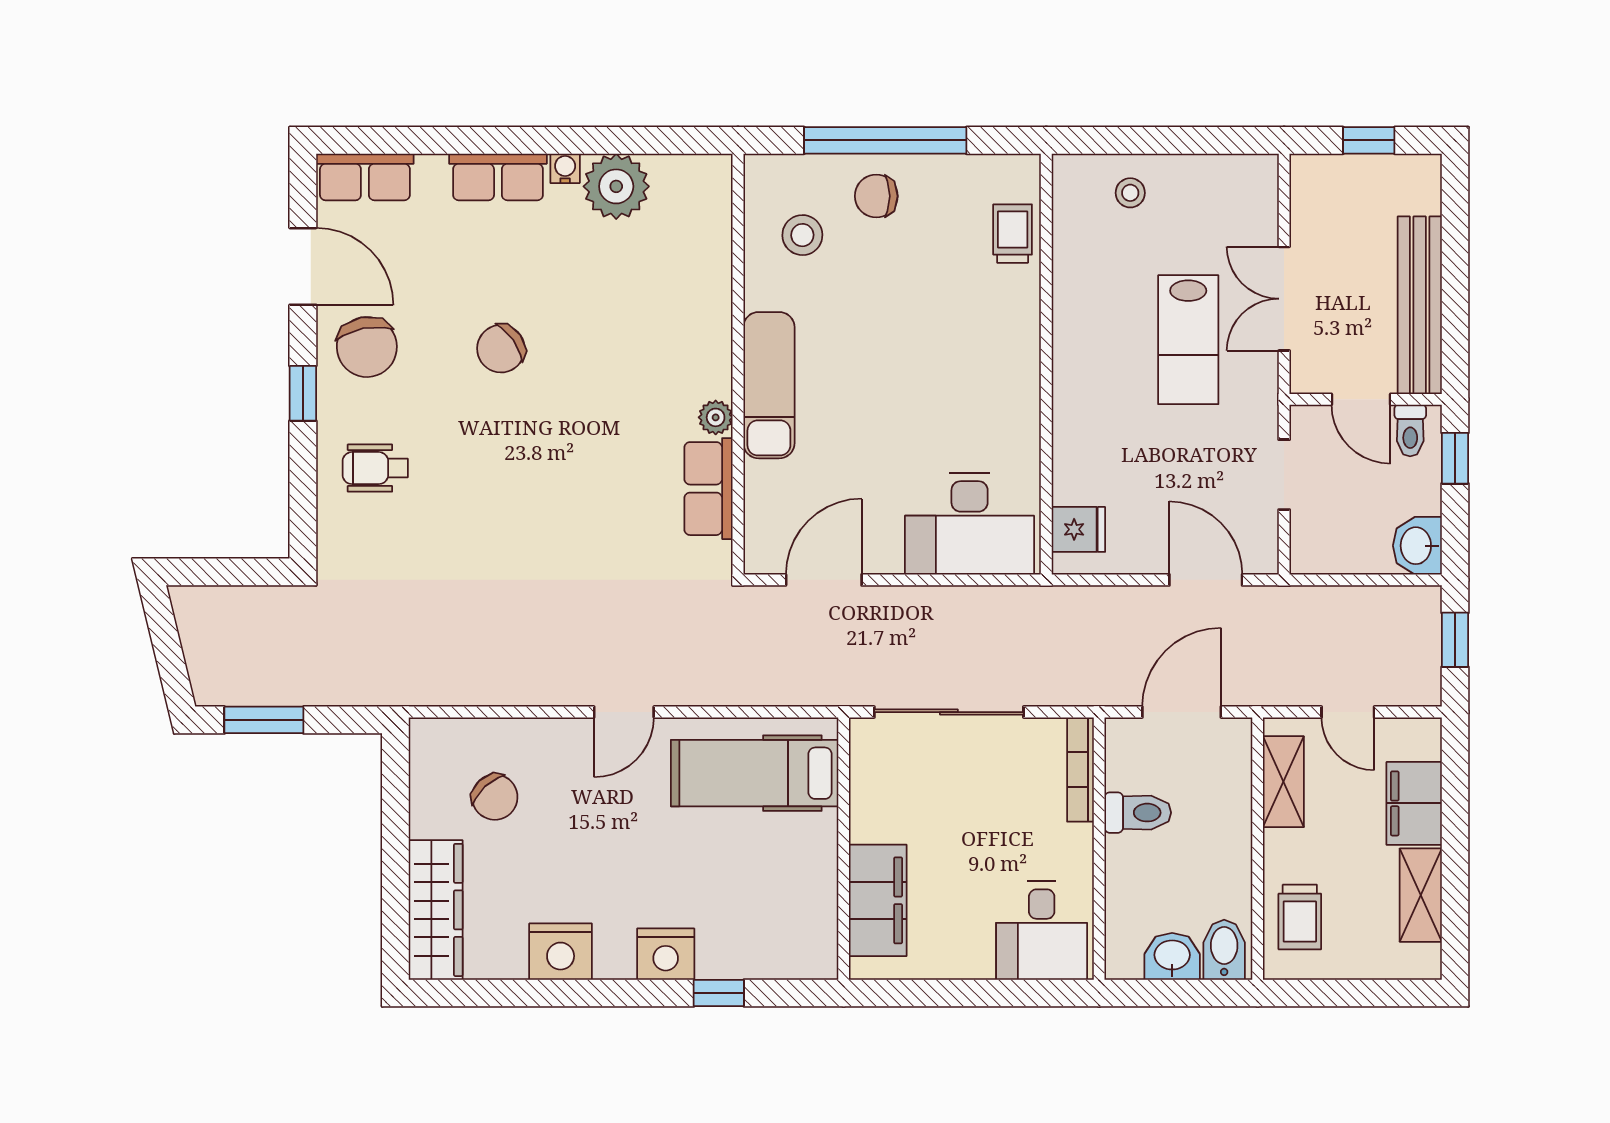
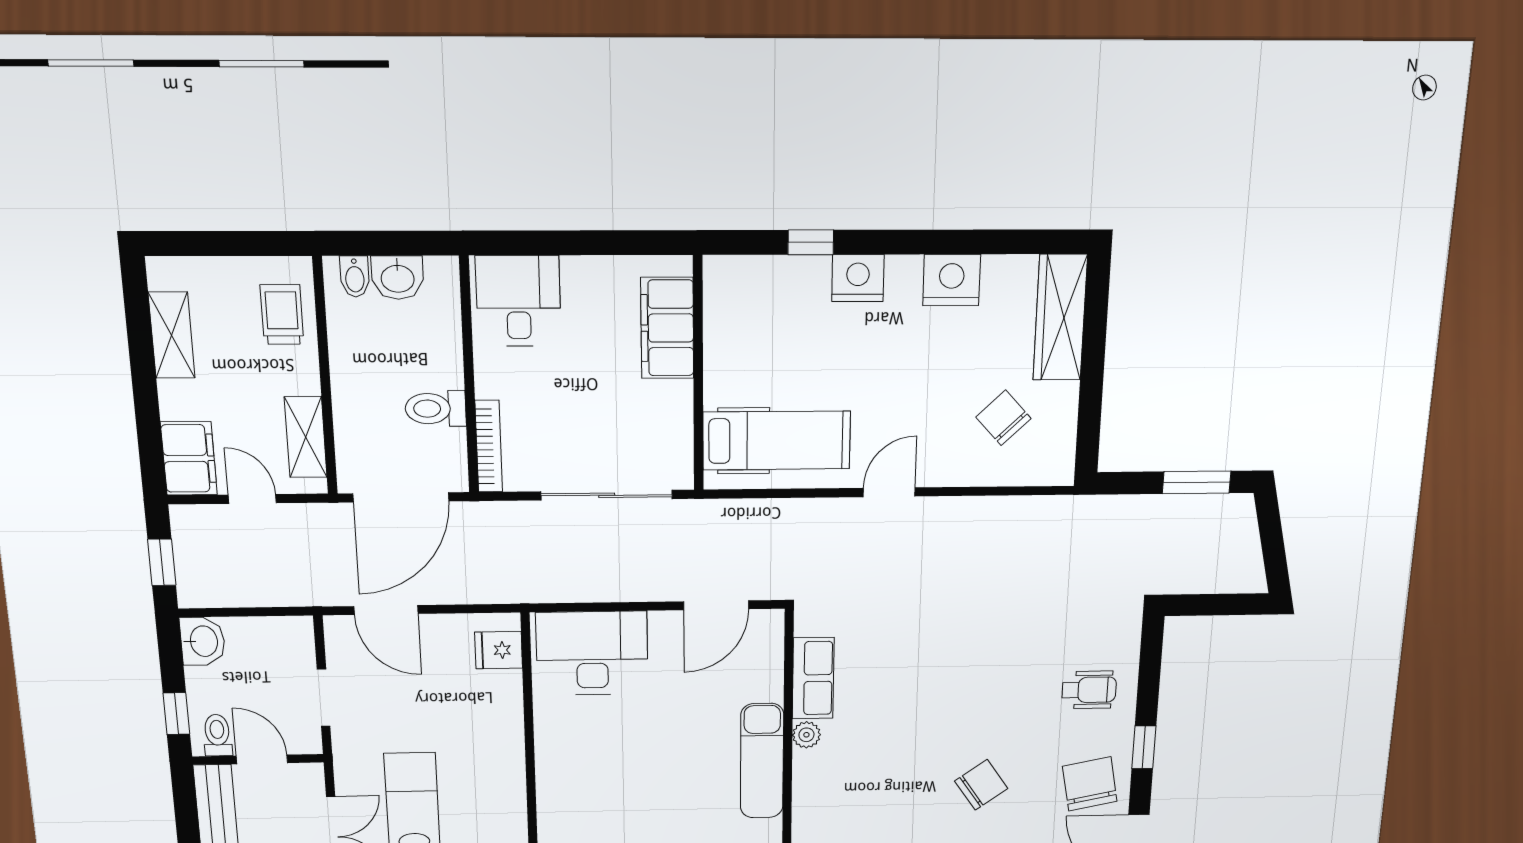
door: (1182, 712) -> (401, 497), width x1.36
filing cabinet: (1414, 803) -> (189, 458), moved
bidet: (1224, 950) -> (355, 276), width x0.72, depth x0.74

